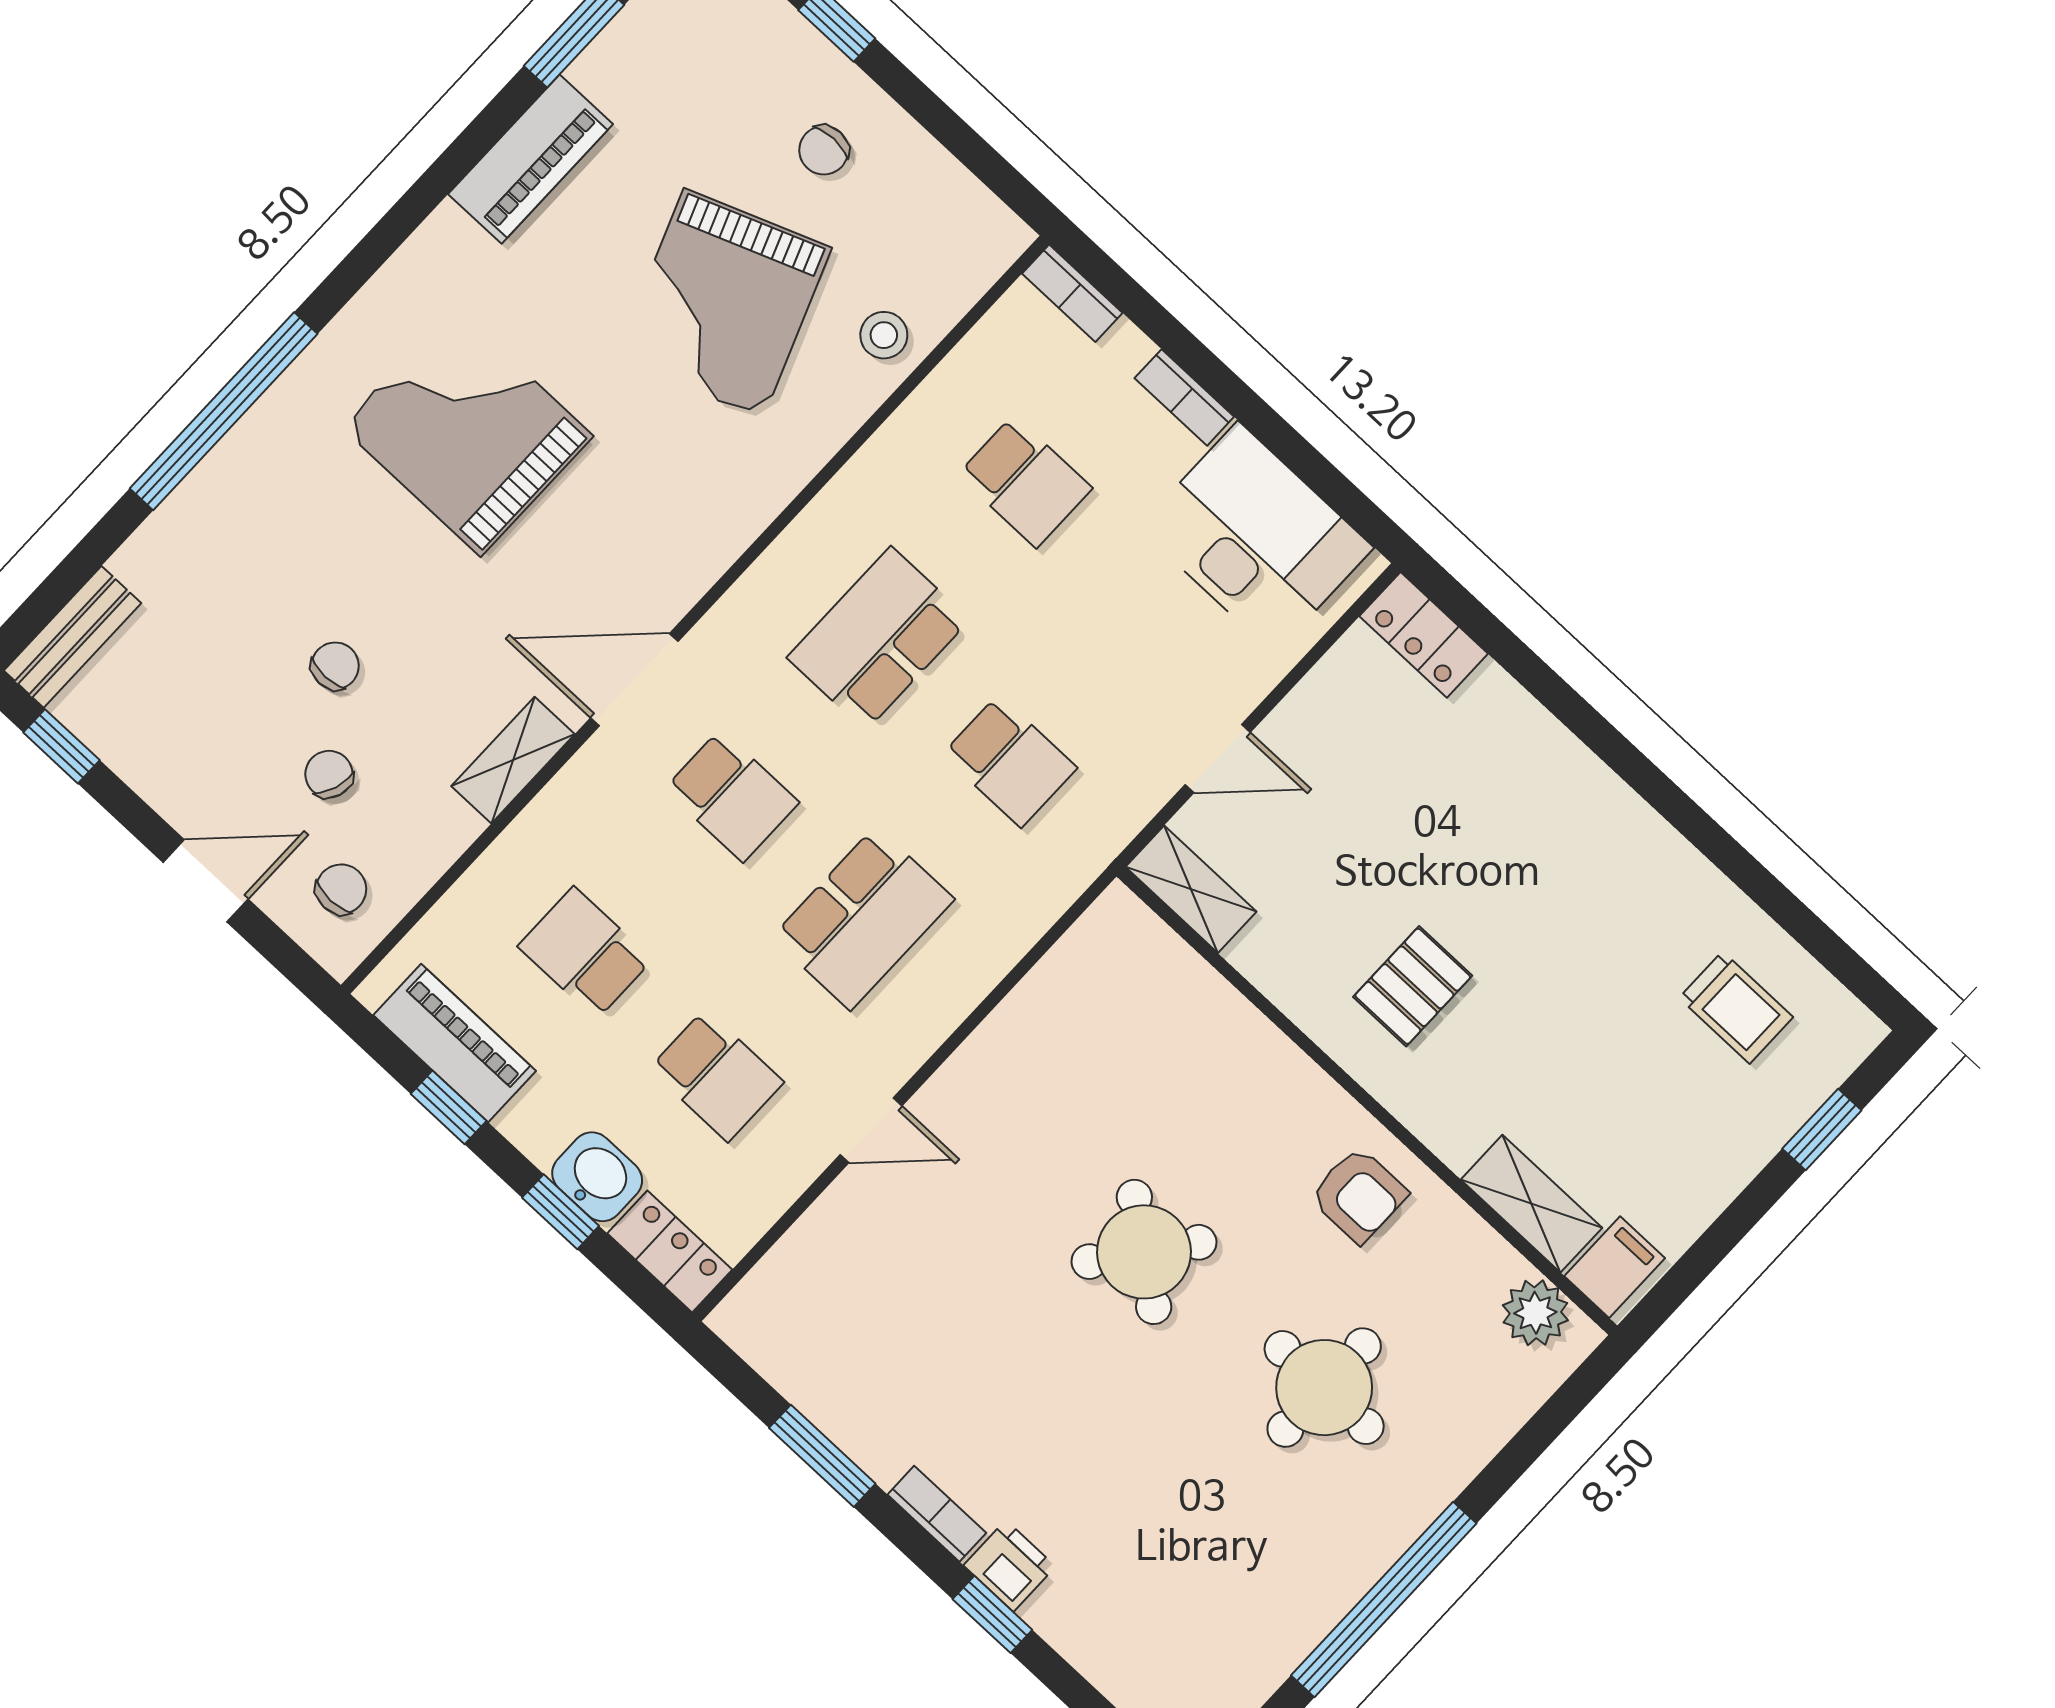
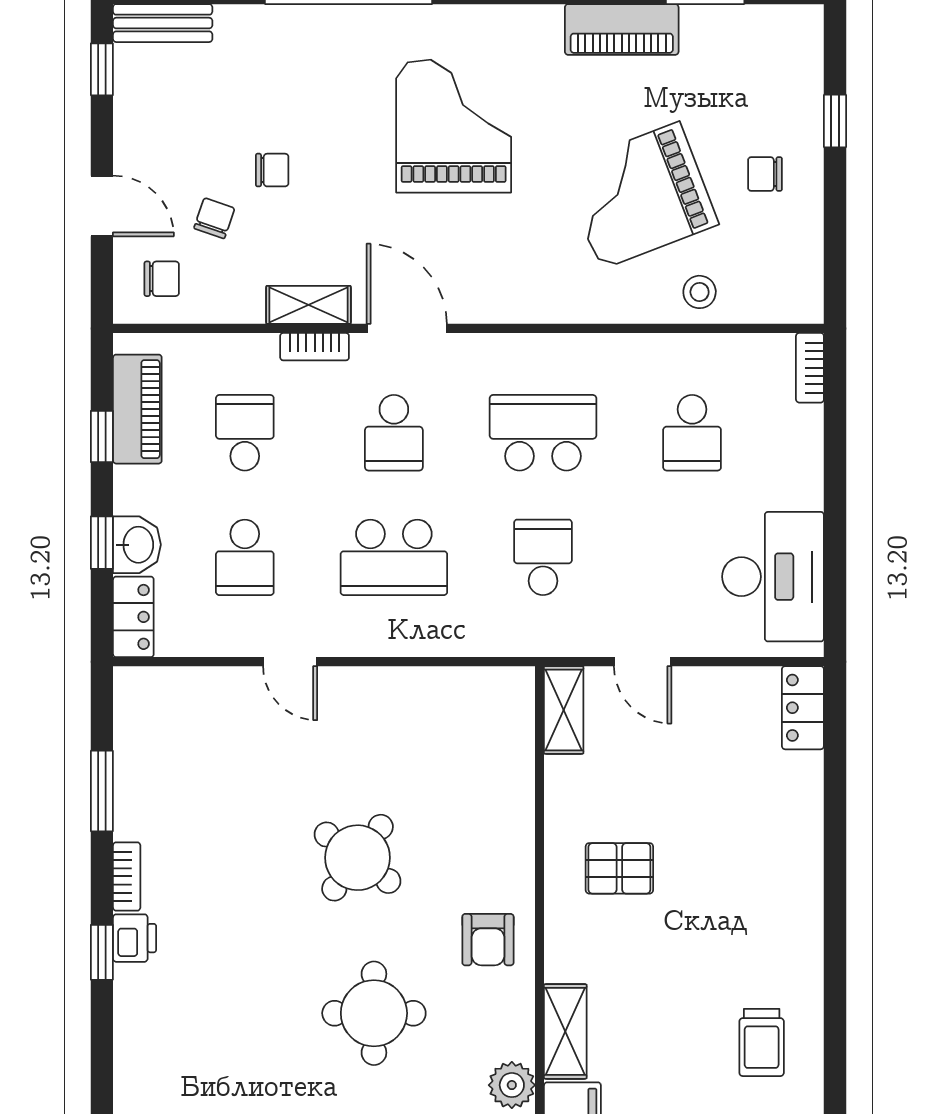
bookcase: (1184, 397) -> (315, 347), moved, turned -90
school desk: (1010, 761) -> (543, 557), turned 180

